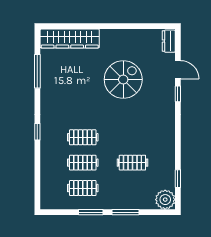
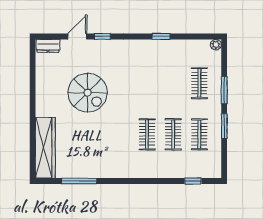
spiral stairs: (123, 79) -> (88, 93), turned 180
window: (37, 132) -> (193, 181), moved
clothes rail: (132, 163) -> (199, 83), moved
window: (178, 179) -> (161, 36), moved
plant: (165, 200) -> (216, 45), width x0.53, depth x0.53

